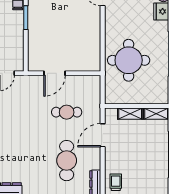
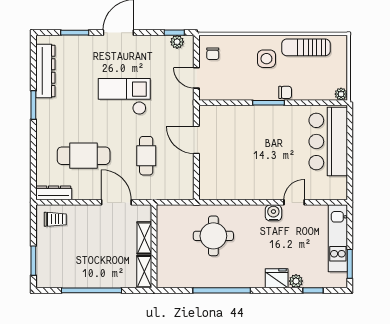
water cooler: (111, 14) -> (273, 213), added
round table: (129, 60) -> (213, 236), width x0.73, depth x0.73
checkout: (21, 129) -> (124, 96), added

